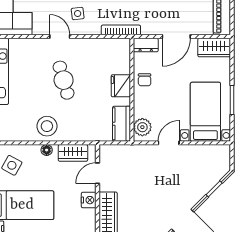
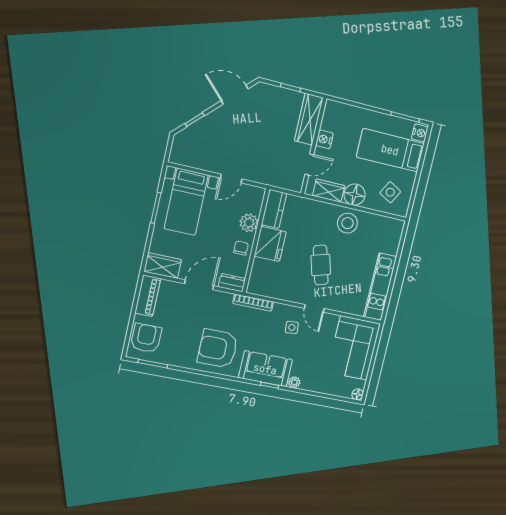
fridge: (121, 86) -> (270, 244), width x1.36, depth x1.34
plant: (142, 127) -> (249, 223), moved
floor lamp: (47, 150) -> (355, 195), width x1.89, depth x1.89

